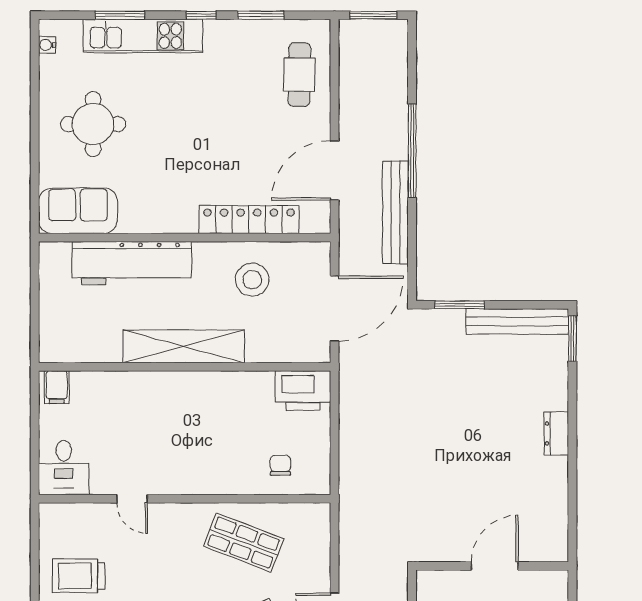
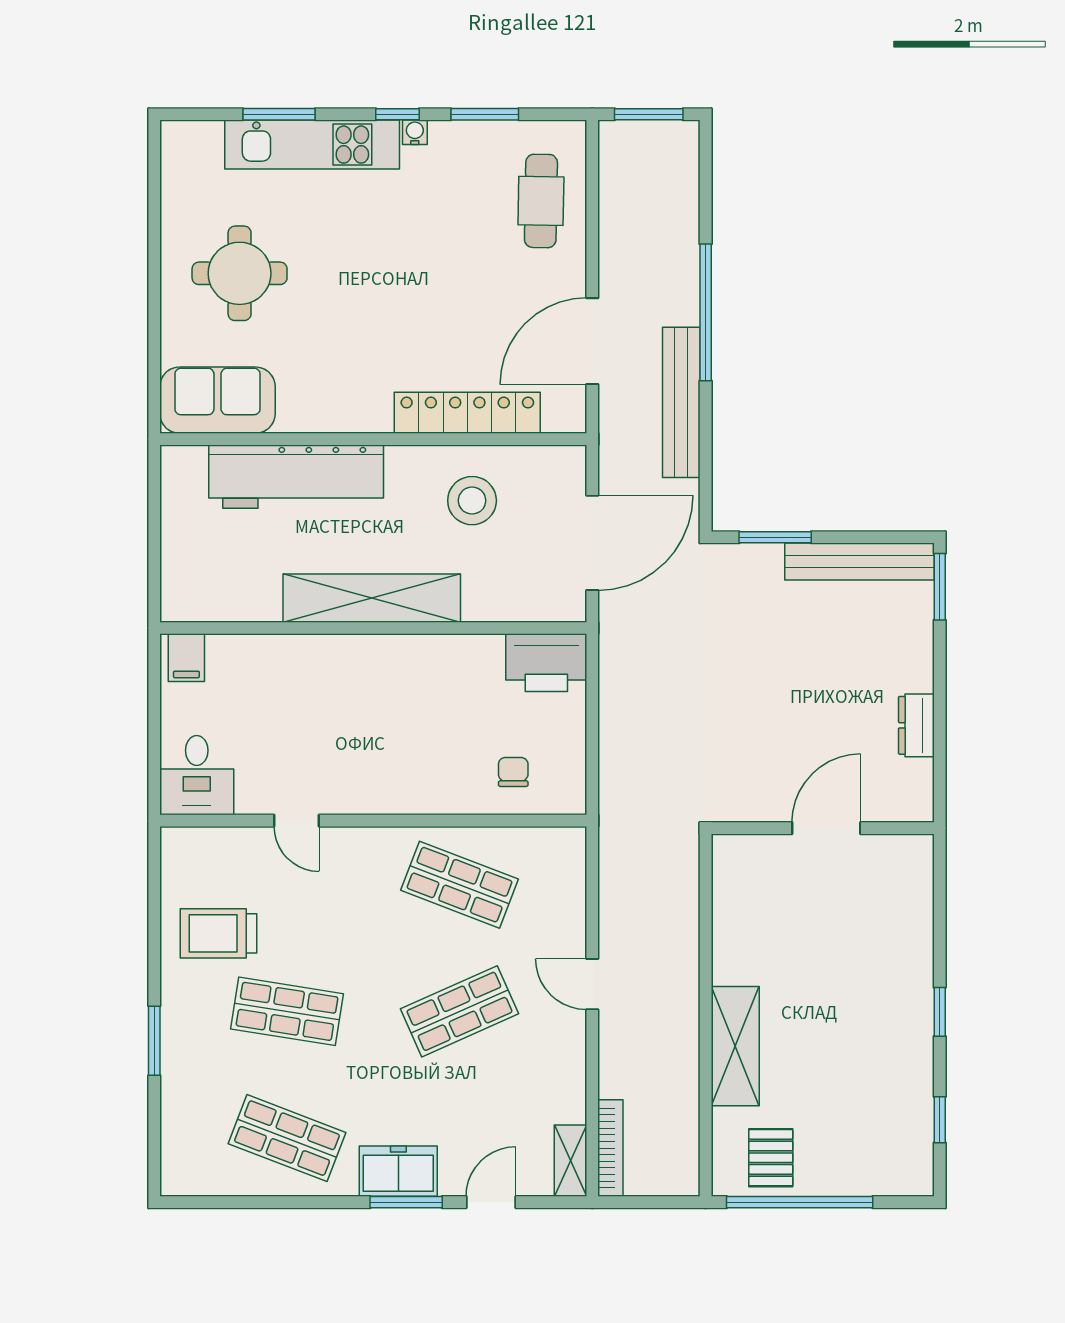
water cooler: (47, 45) -> (415, 132), moved, turned 90
wall: (492, 566) -> (823, 828), moved
door: (495, 566) -> (826, 828), moved

